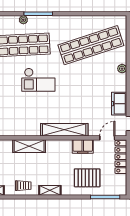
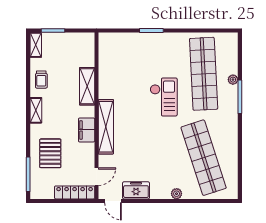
checkout: (38, 80) -> (164, 97), turned 180
door: (107, 138) -> (97, 177), hinge flipped
filing cabinet: (83, 146) -> (87, 130), moved

